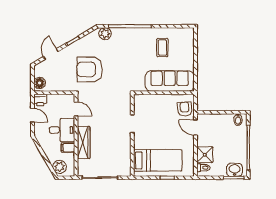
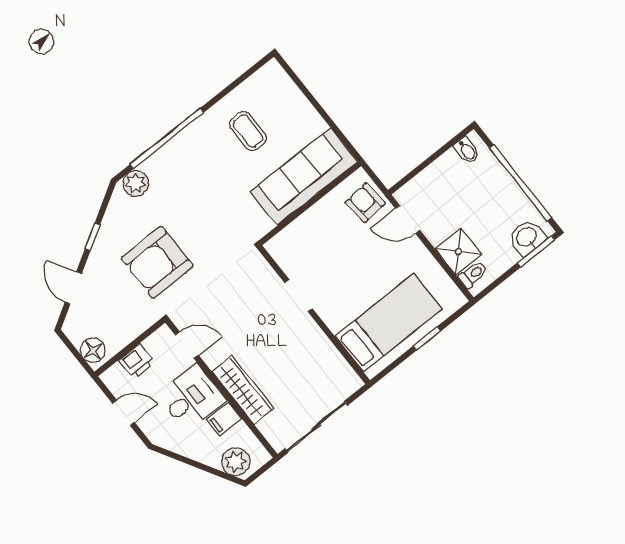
printer: (40, 100) -> (137, 361), moved

